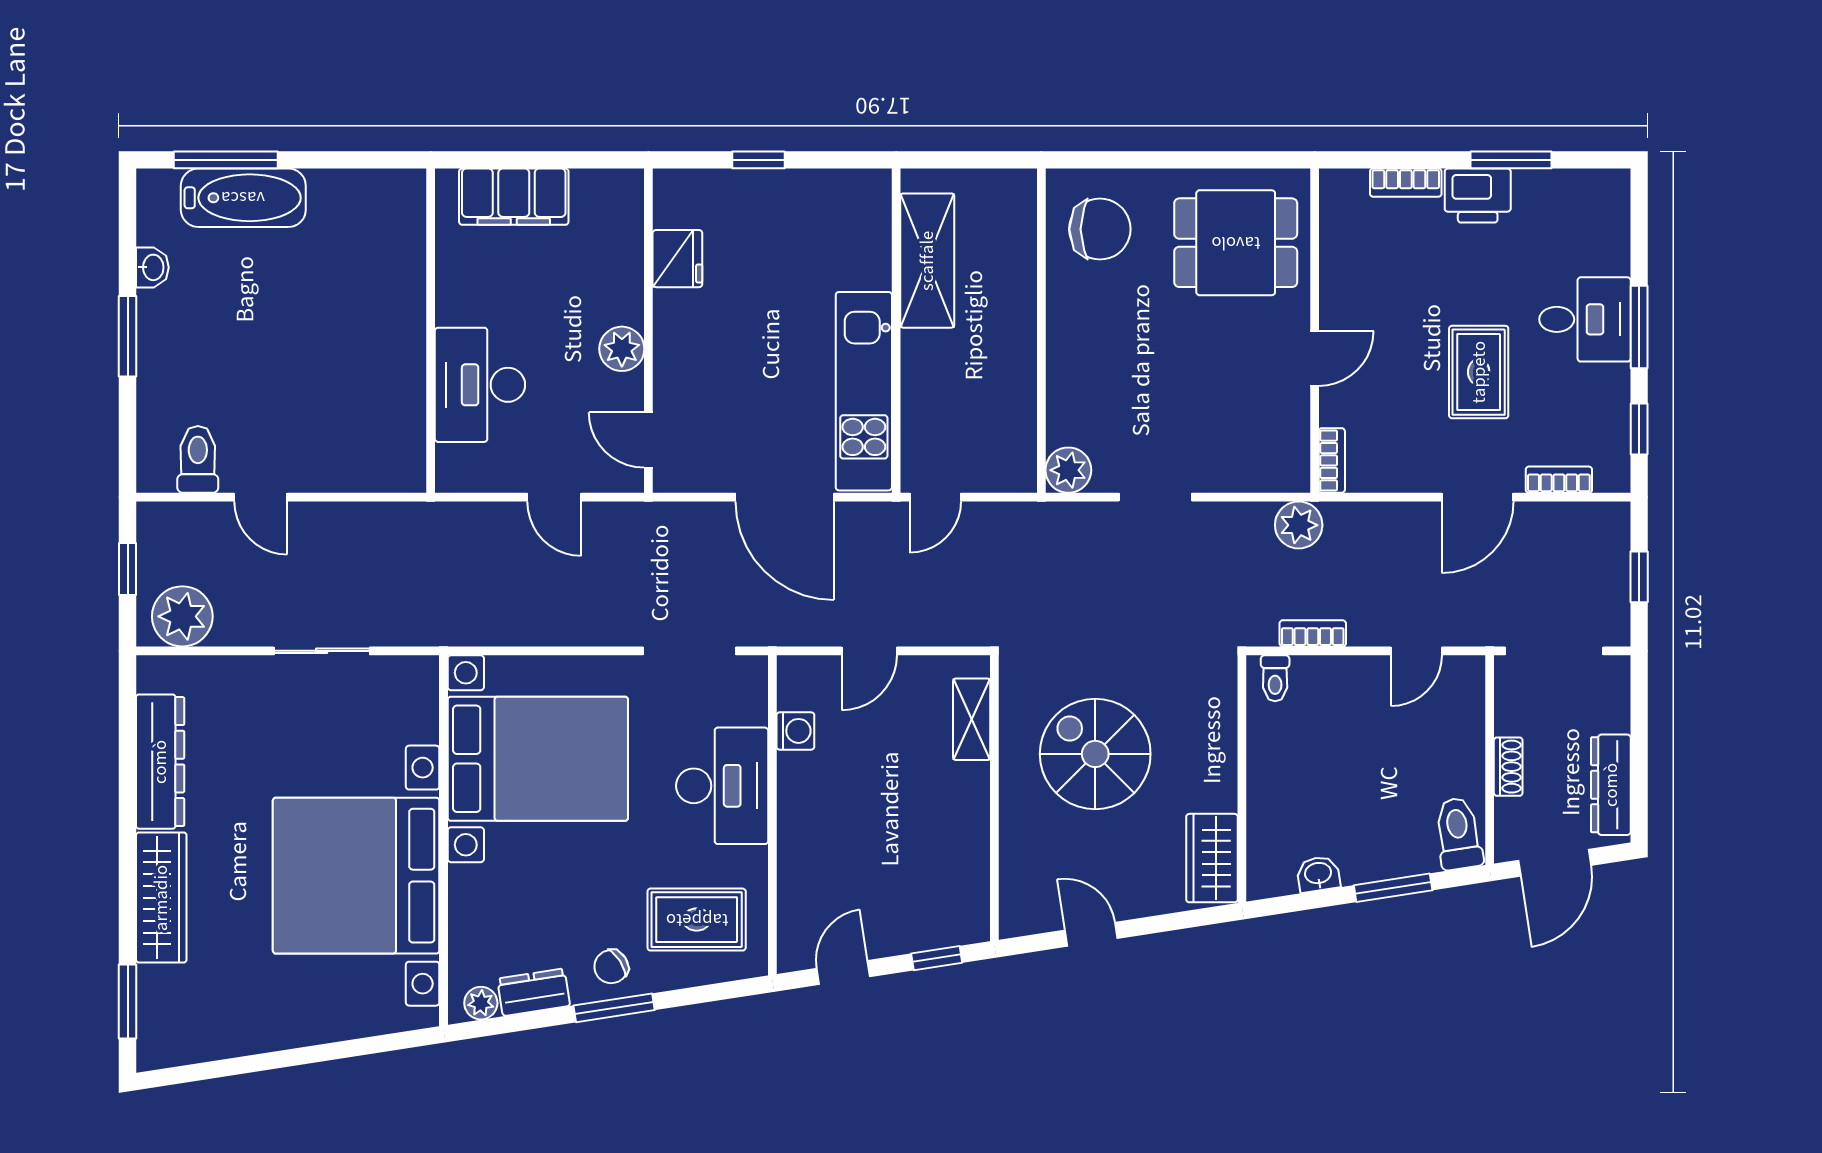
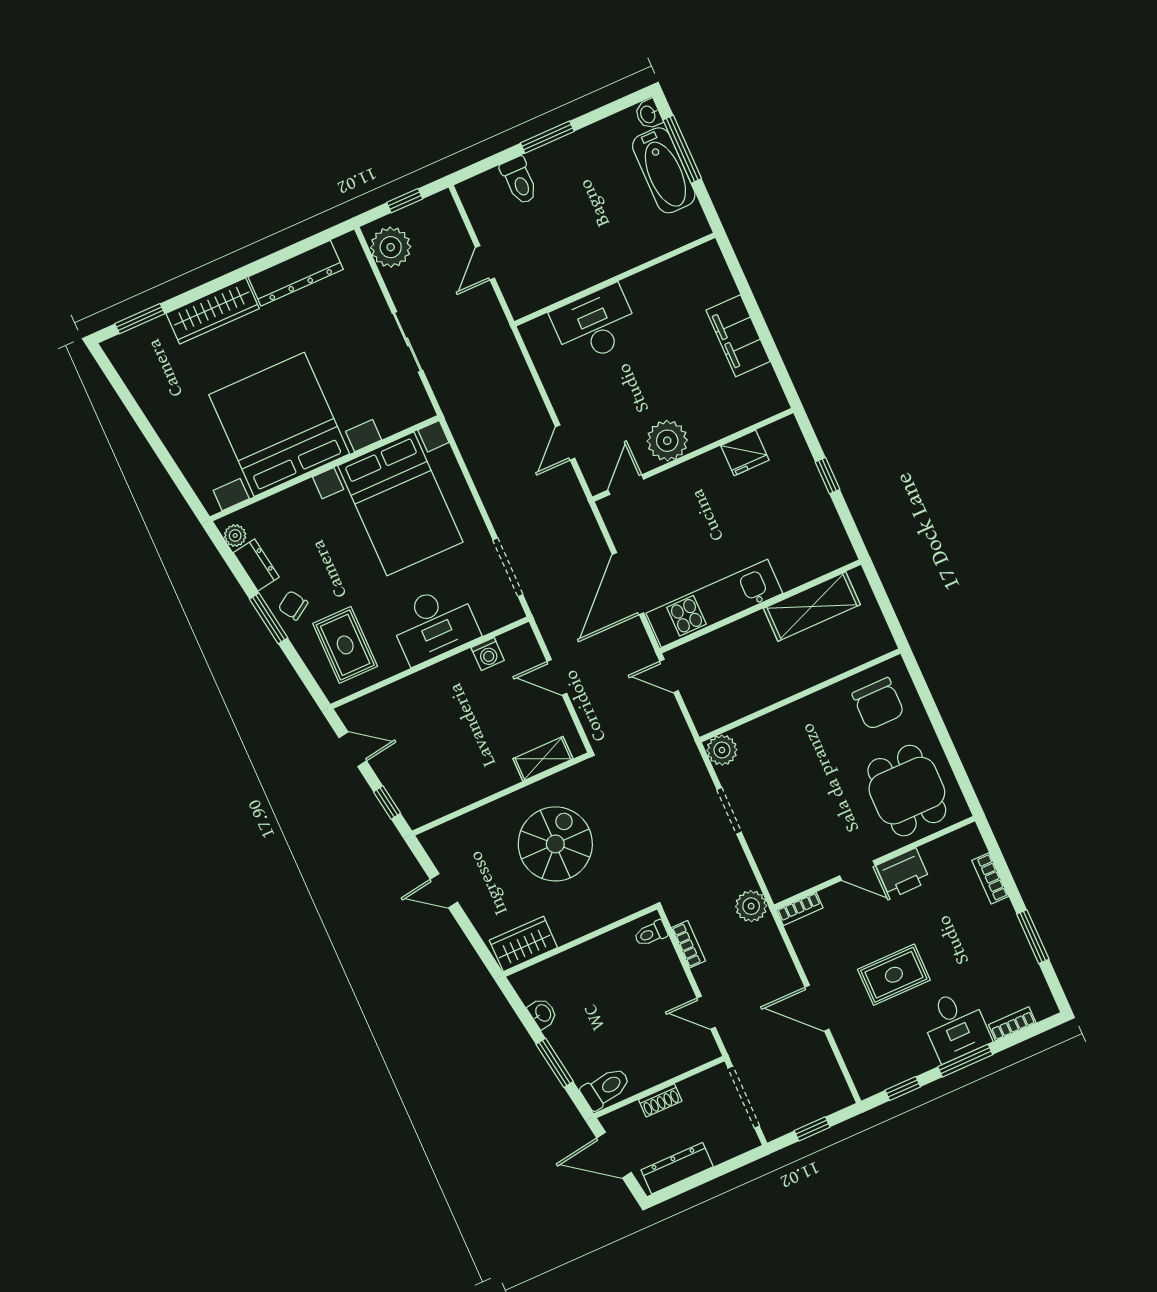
printer: (1478, 196) -> (903, 873), moved, turned -90
washbasin: (152, 267) -> (648, 114), moved, turned 90
wall: (431, 331) -> (615, 280), moved
plant: (622, 349) -> (667, 441), width x1.36, depth x1.36
desk: (480, 385) -> (595, 324), moved
toilet: (198, 459) -> (519, 181), moved, turned 90
bookcase: (1559, 480) -> (1012, 1024), moved, turned -90
door: (1091, 934) -> (444, 891), swing flipped

